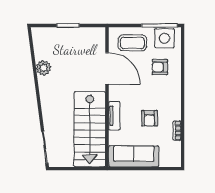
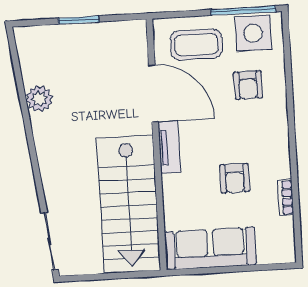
armchair: (160, 67) -> (248, 85), turned -90
tv unit: (114, 116) -> (169, 147), moved

